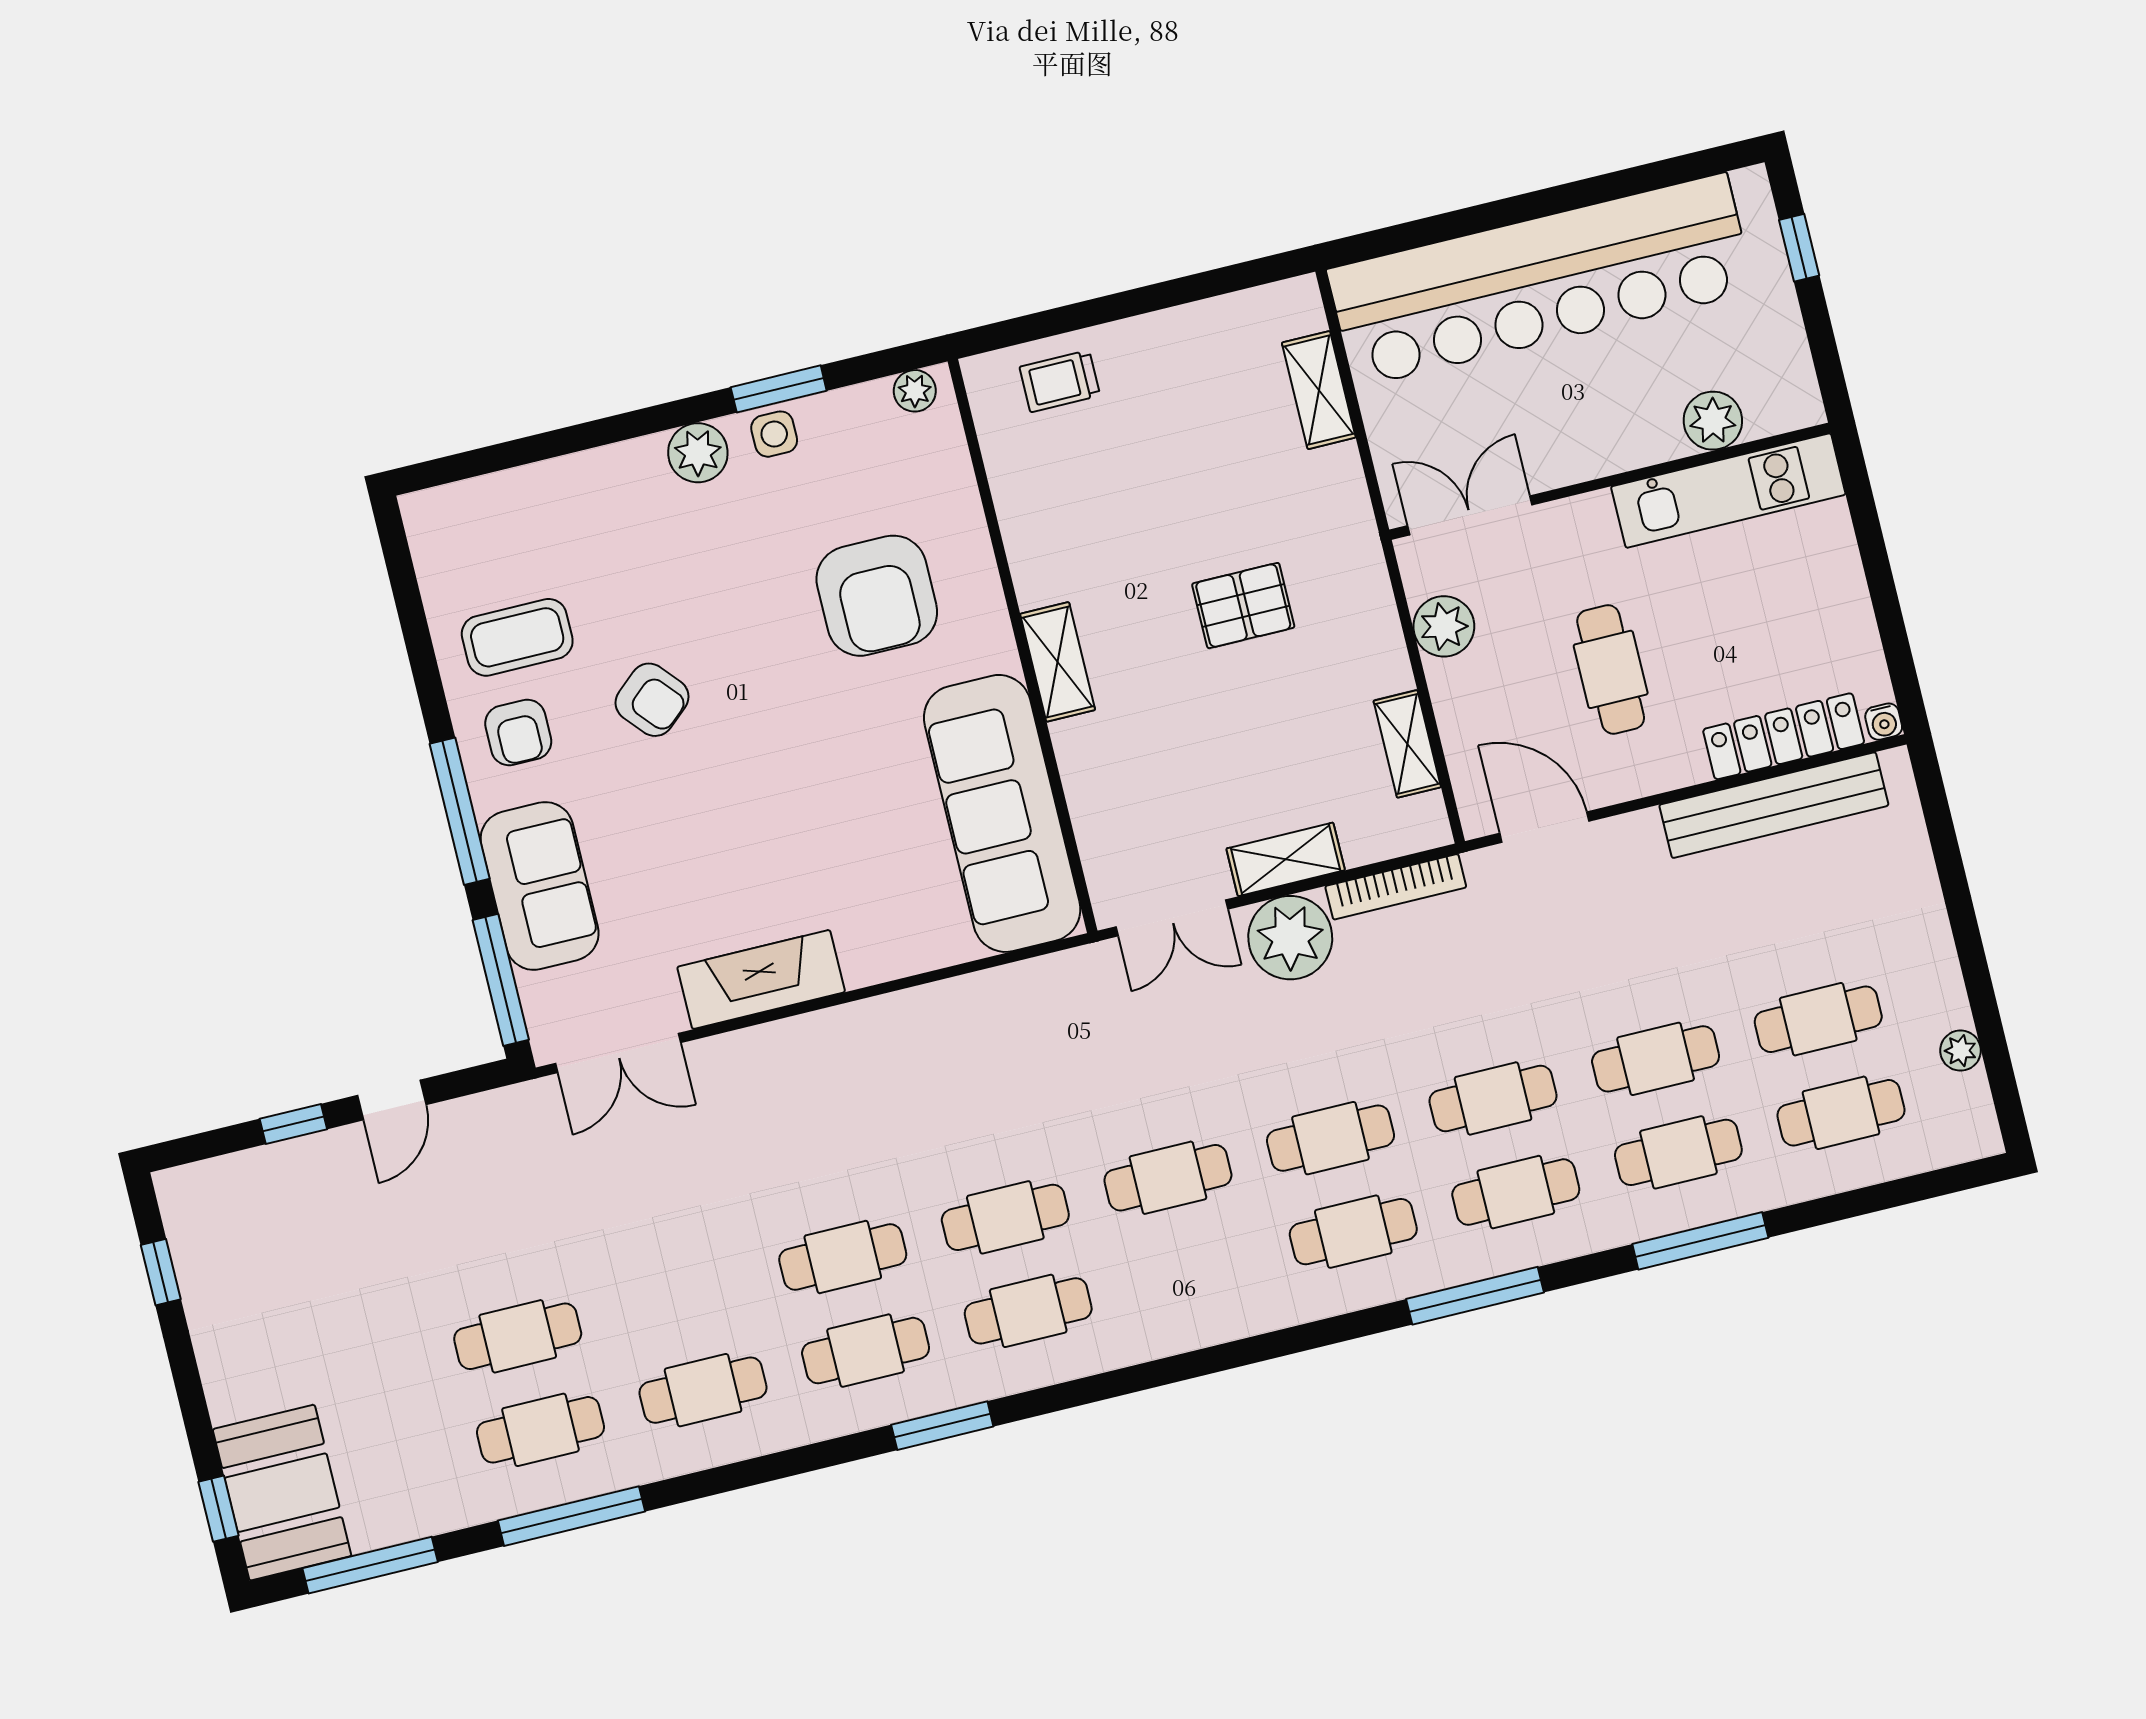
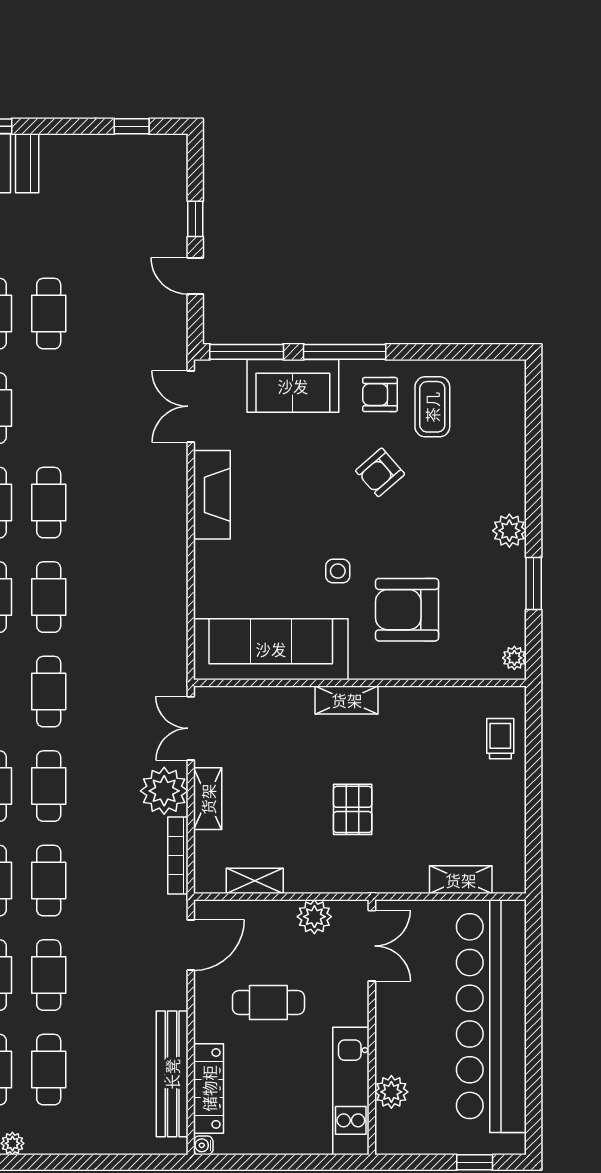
side table: (774, 434) -> (338, 571), moved

